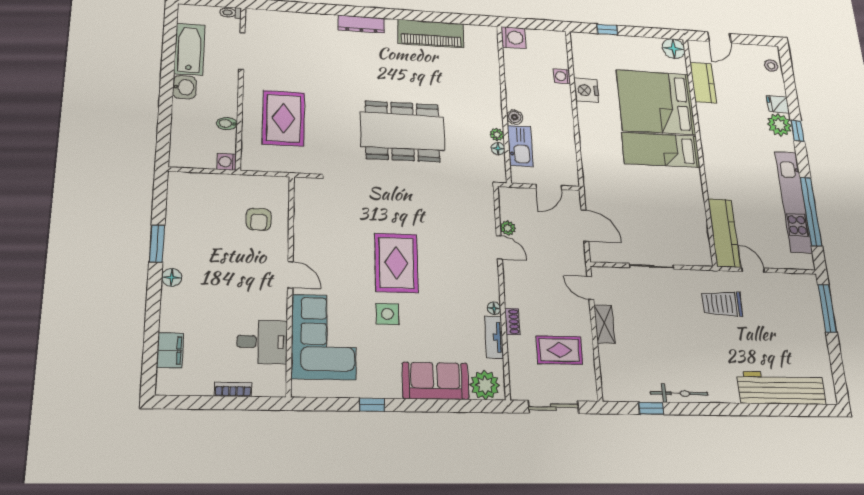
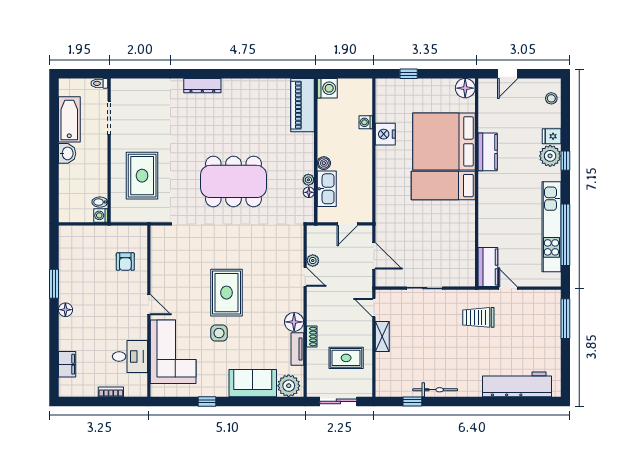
piano: (431, 34) -> (303, 105), moved, turned 90
kitchen counter: (703, 83) -> (488, 152), moved
bidet: (227, 124) -> (100, 202), moved
kitchen counter: (724, 233) -> (488, 267), width x0.67
floor lamp: (494, 308) -> (294, 322), width x1.89, depth x1.89

